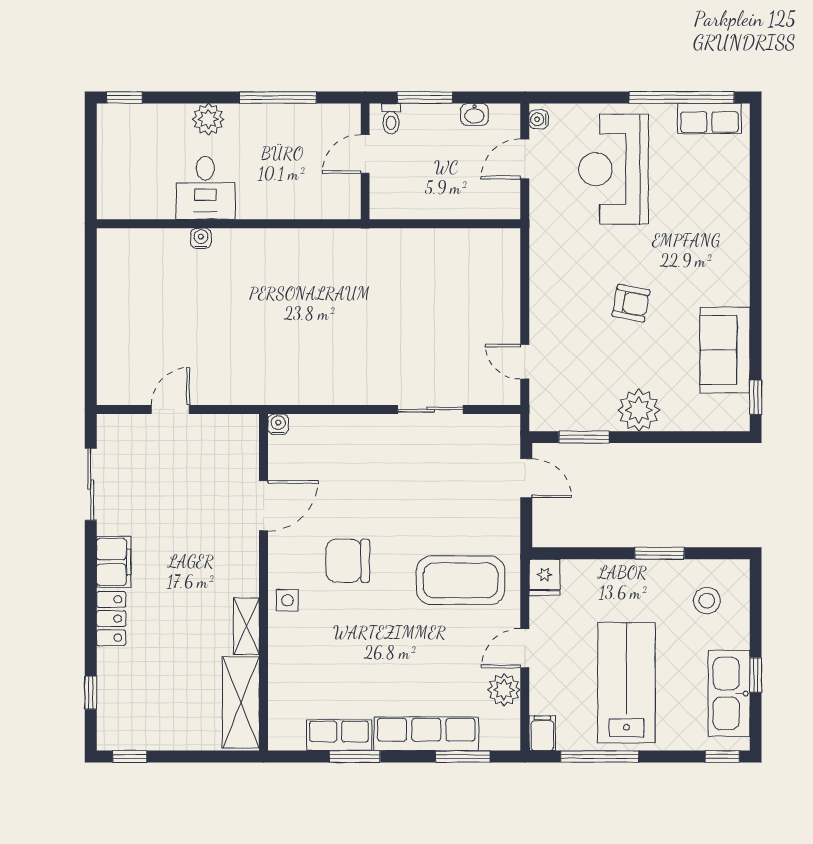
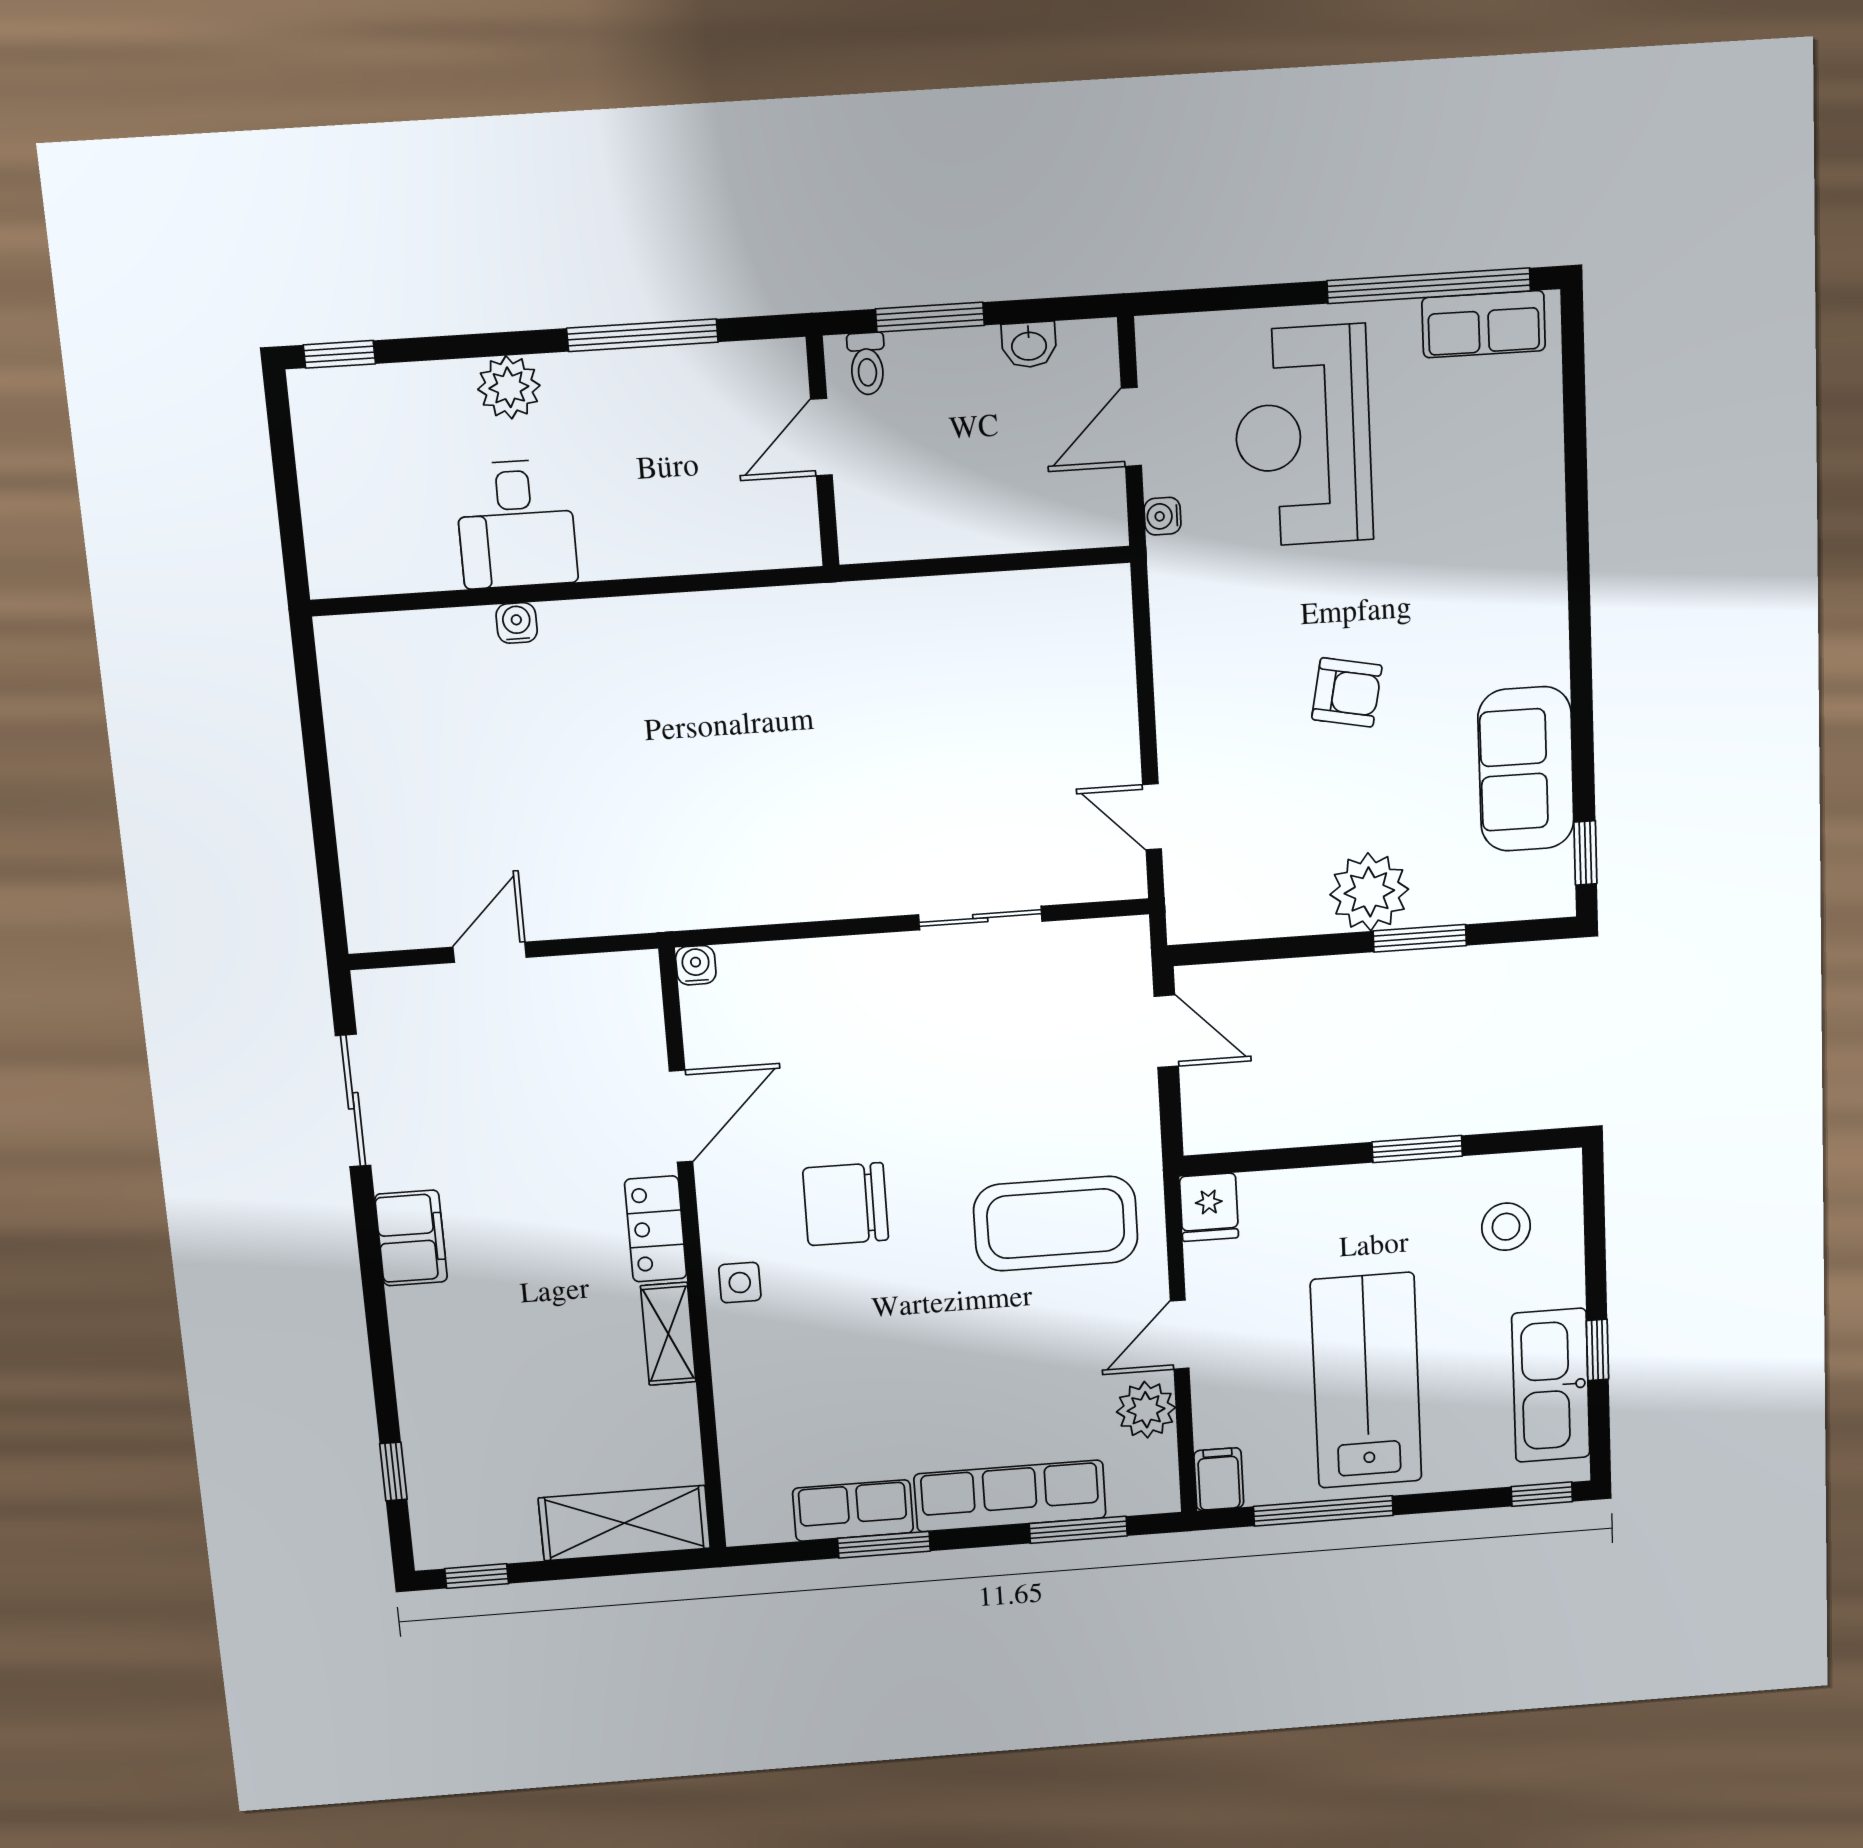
water cooler: (539, 119) -> (1163, 516), moved
window: (584, 437) -> (1420, 938), moved
locker: (111, 619) -> (656, 1229), moved, turned 180
shelving: (241, 702) -> (624, 1523), moved, turned 90

